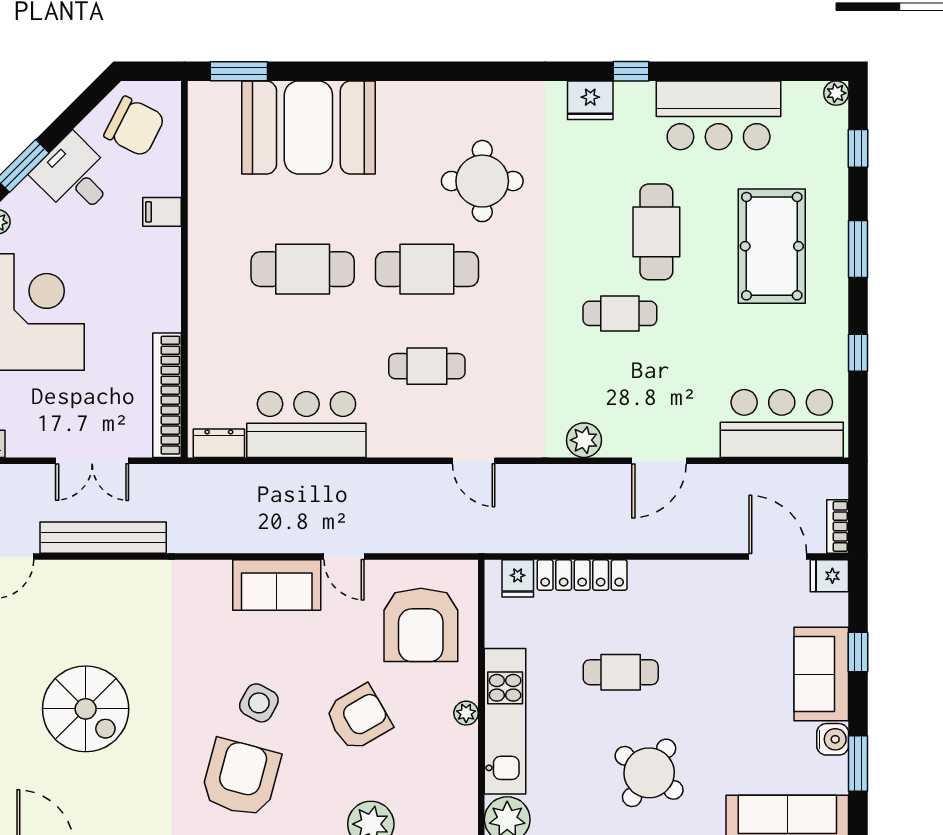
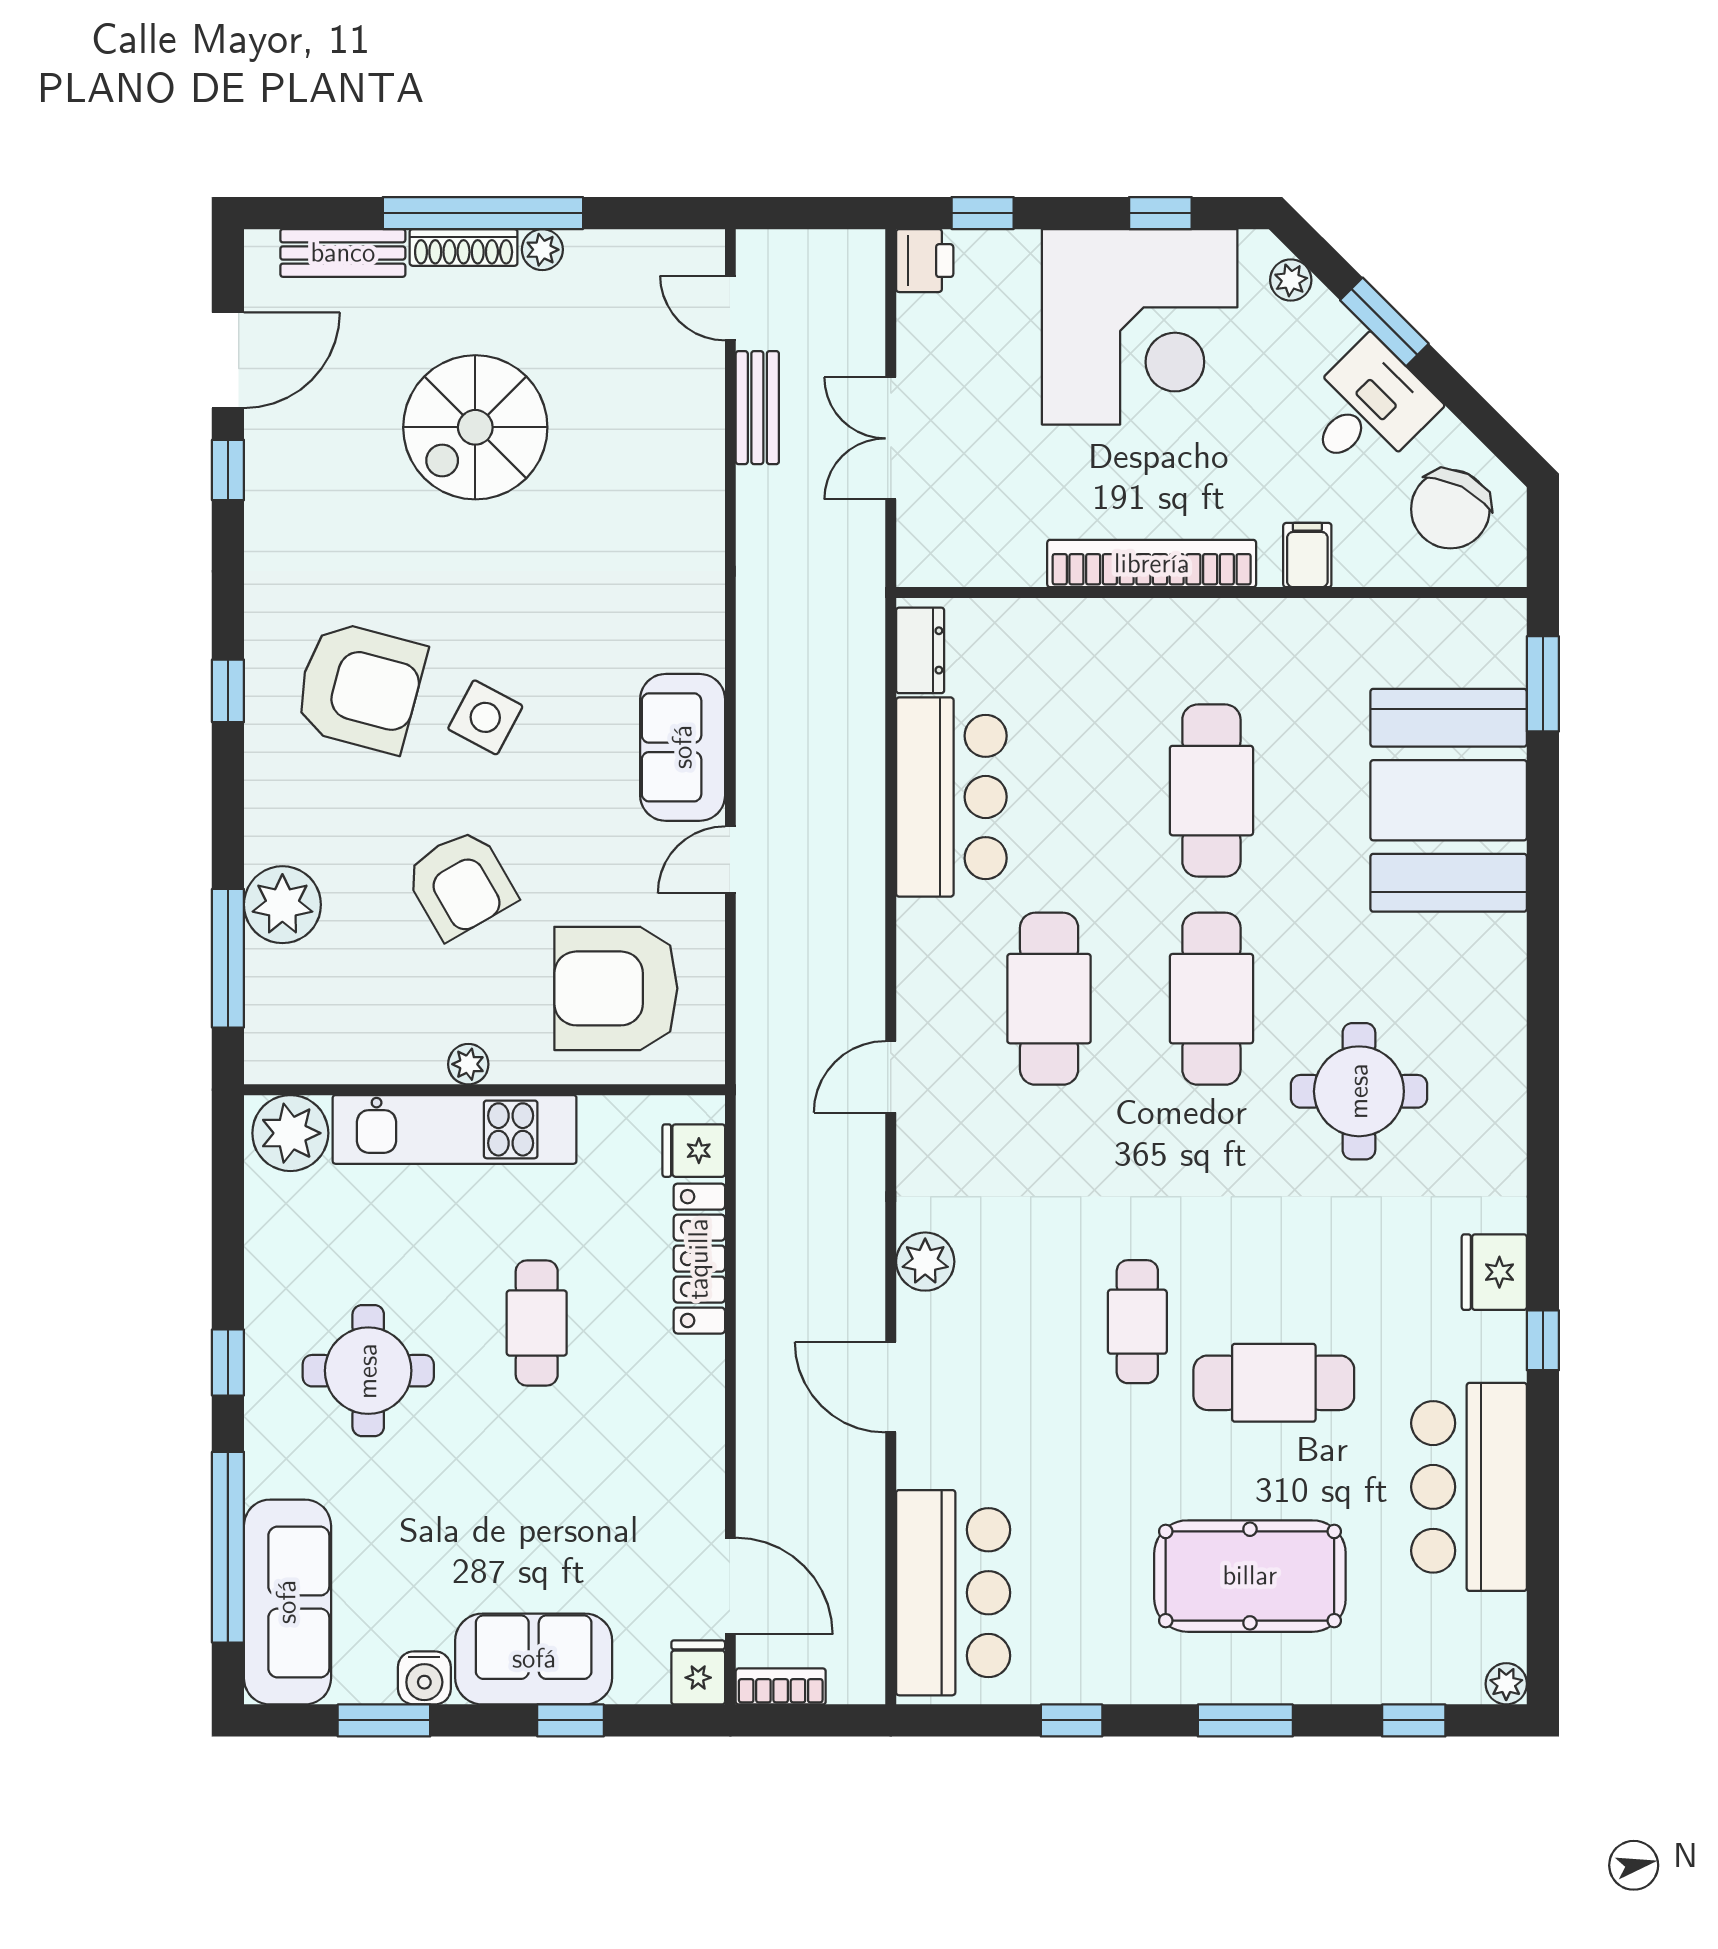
cafe table: (427, 366) -> (1049, 999), width x1.37, depth x1.35
bookcase: (167, 395) -> (1152, 564), moved
bench: (103, 538) -> (757, 408), width x0.54, depth x0.82
door: (778, 557) -> (730, 1586), hinge flipped
round table: (649, 773) -> (368, 1371), turned -35

